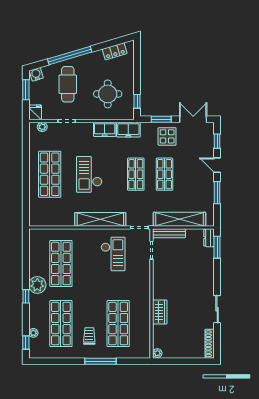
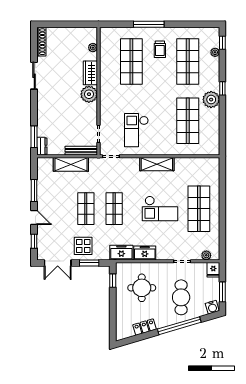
locker: (115, 51) -> (145, 327), moved
checkout: (89, 174) -> (160, 208), turned 90
shelving: (100, 219) -> (157, 164), width x0.68
shelving: (180, 219) -> (71, 164), width x0.68
plant: (161, 290) -> (89, 94), added
plant: (157, 353) -> (93, 48), moved

